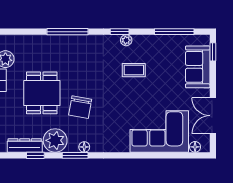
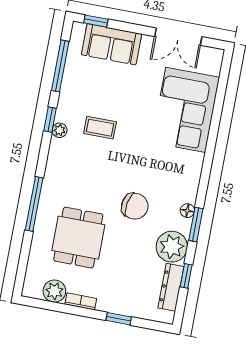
window: (120, 32) -> (50, 120), moved
coffee table: (134, 70) -> (100, 128), turned 90
dining table: (42, 93) -> (78, 238), moved, turned 90
floor lamp: (195, 147) -> (214, 67), removed

